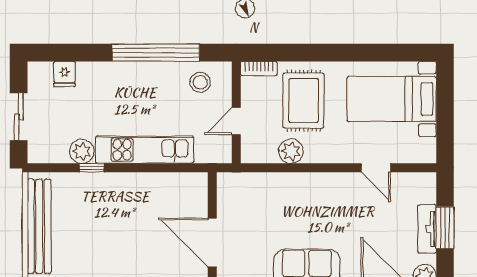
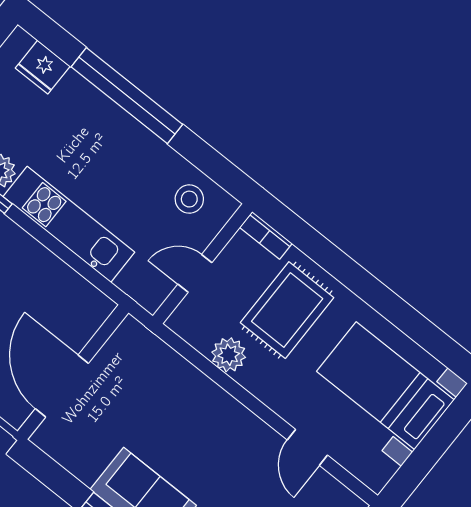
window: (156, 53) -> (127, 96), moved
fridge: (64, 74) -> (43, 67), width x1.38

